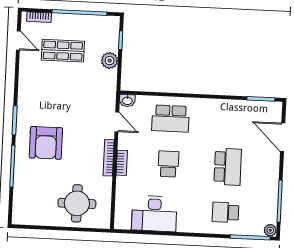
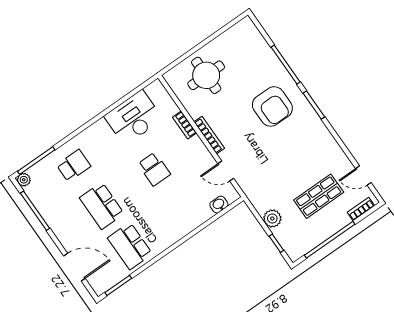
washbasin: (127, 101) -> (219, 205), moved
school desk: (171, 119) -> (130, 246), moved, turned -90
armchair: (46, 143) -> (272, 106), turned 180
bookcase: (122, 163) -> (185, 125), moved

